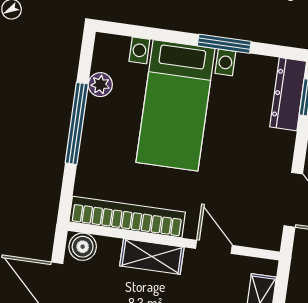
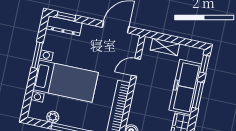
shelving: (152, 257) -> (138, 98), removed

